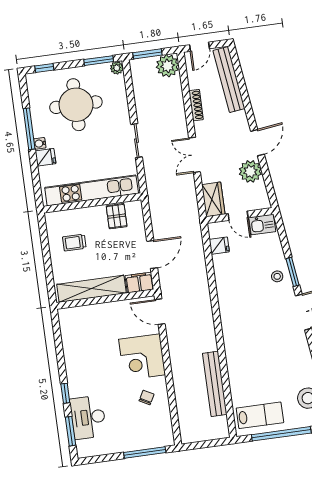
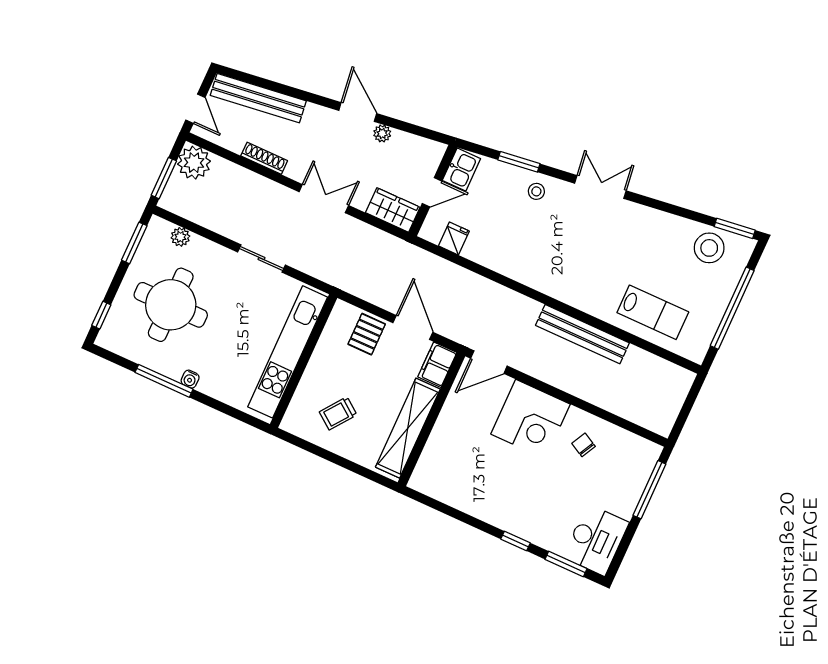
plant: (117, 68) -> (180, 237), moved
double door: (194, 155) -> (324, 199), swing flipped
fridge: (46, 157) -> (212, 383), removed
plant: (250, 171) -> (382, 133), width x0.53, depth x0.53
pallet: (117, 216) -> (367, 334), moved, turned 90
trolley: (74, 243) -> (338, 413), turned 37
window: (293, 272) -> (519, 162), moved
bench: (215, 384) -> (582, 334), moved
lab bench: (260, 415) -> (653, 312), moved, turned 90
desk: (88, 417) -> (596, 540), moved, turned -90

